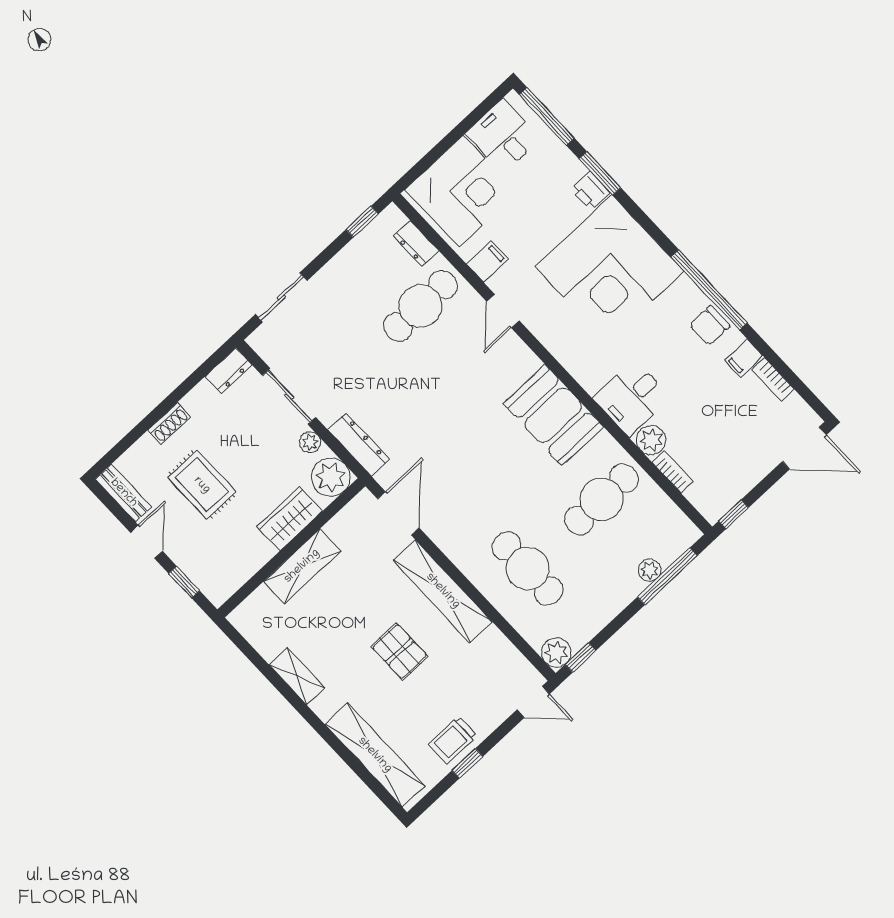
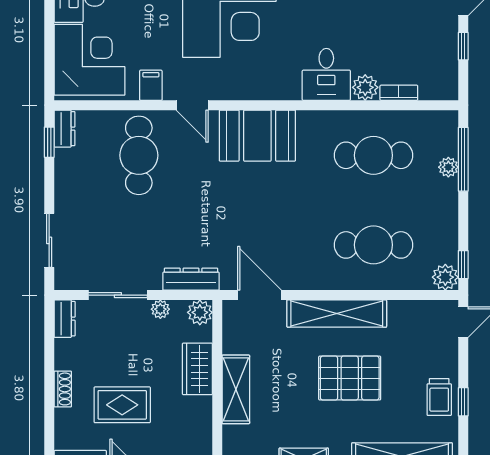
dresser: (416, 243) -> (64, 129), moved, turned -90
booth: (553, 415) -> (257, 136), moved
plant: (331, 477) -> (200, 312), width x0.73, depth x0.73
cafe table: (601, 499) -> (373, 155), turned 90
window: (734, 514) -> (463, 46), moved
pallet: (399, 652) -> (350, 378), width x1.50, depth x1.42

